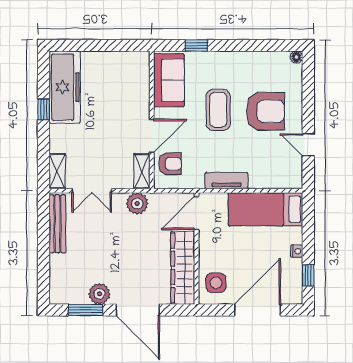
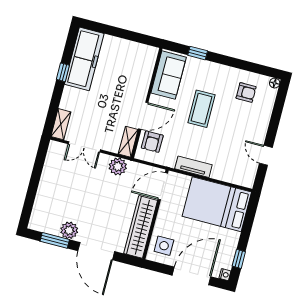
armchair: (265, 111) -> (246, 92), moved, width x0.53, depth x0.53
armchair: (170, 164) -> (152, 142), turned 90
bed: (265, 209) -> (217, 204), width x1.50
bench: (57, 224) -> (50, 166), removed
nightstand: (297, 251) -> (225, 275), moved

